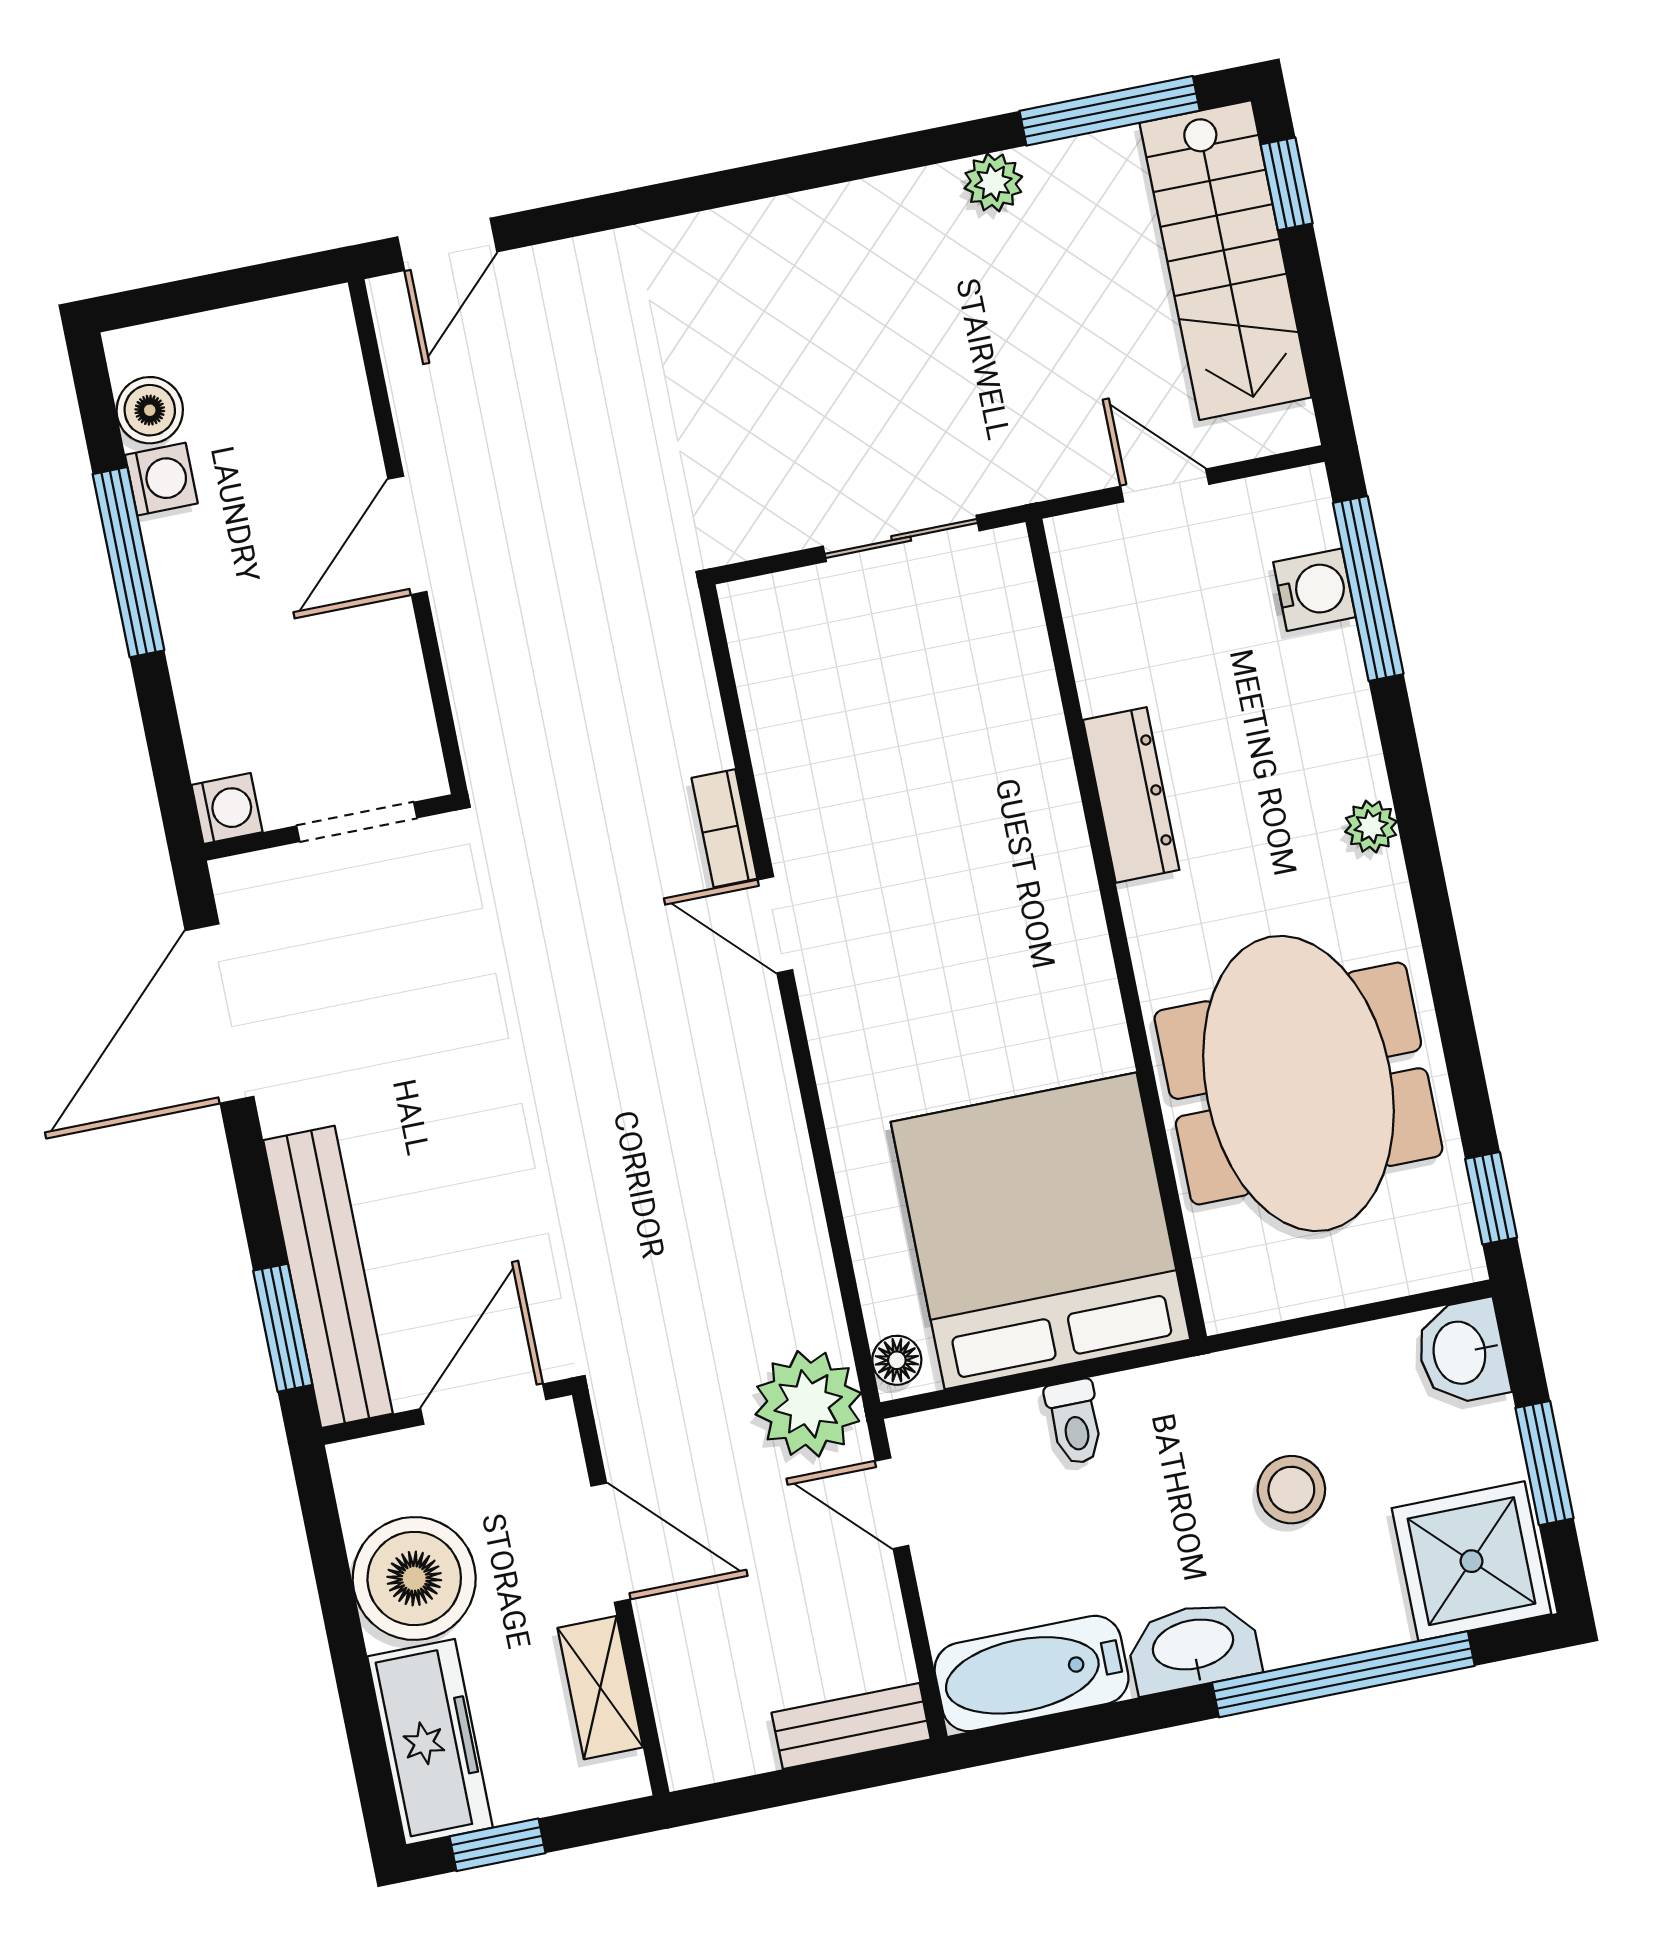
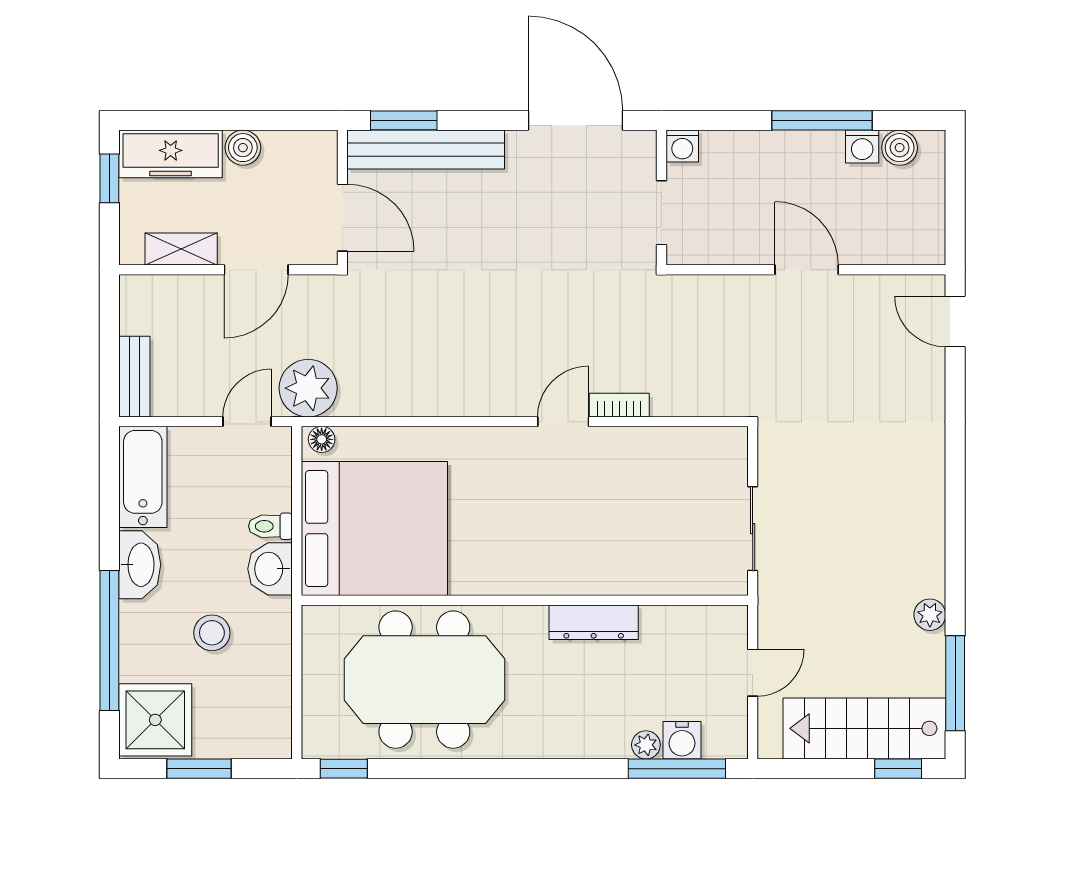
plant: (1371, 827) -> (646, 745), moved
washbasin: (1462, 1352) -> (270, 569), moved, turned -90
boiler: (414, 1578) -> (243, 148), width x0.54, depth x0.54

